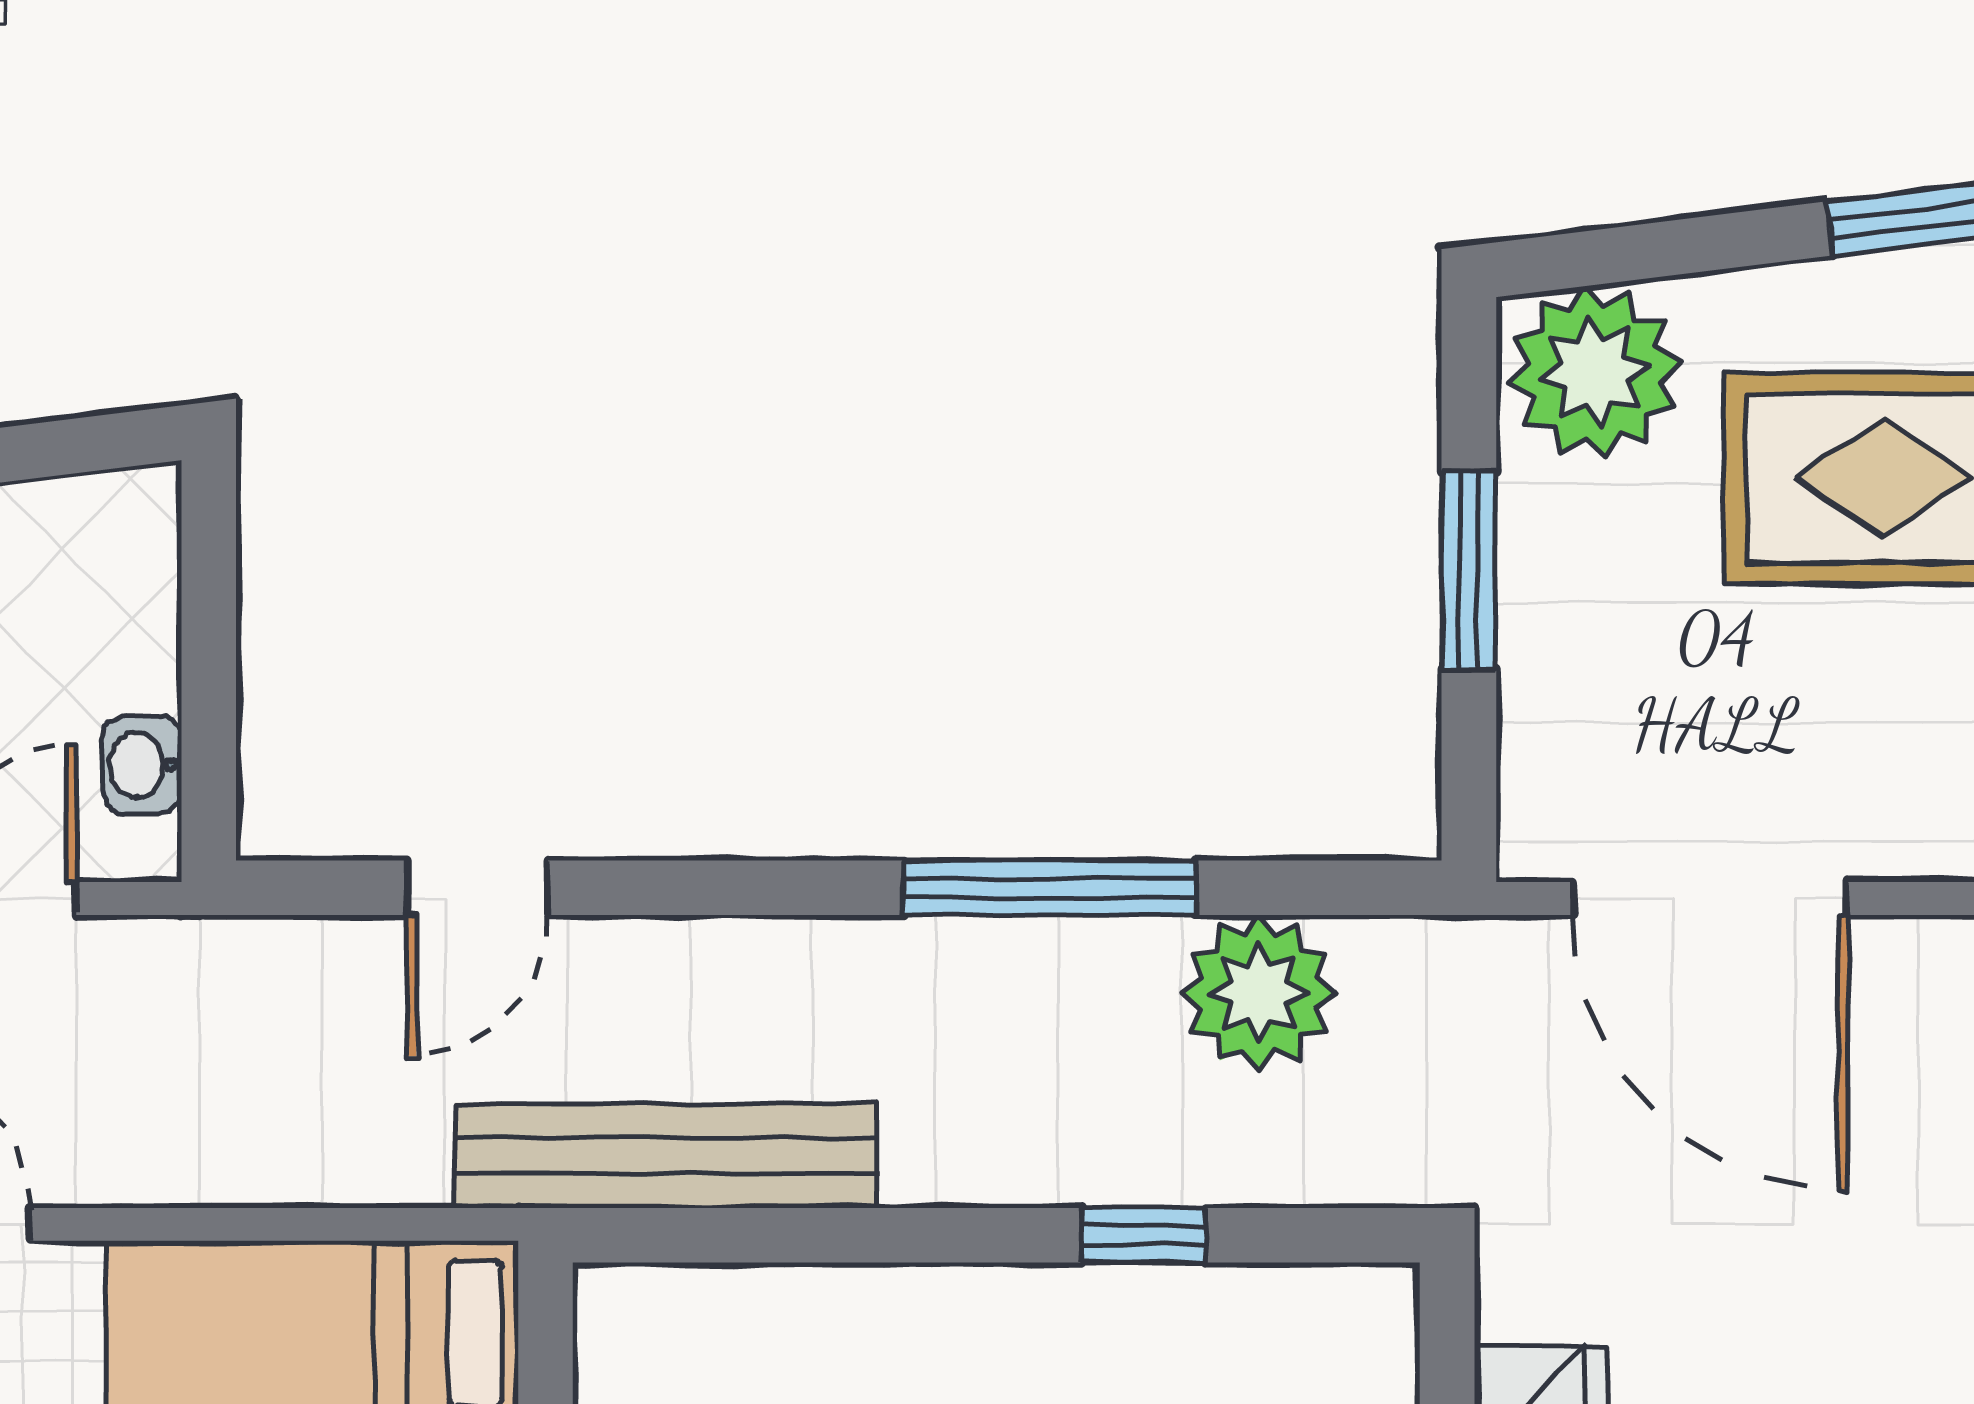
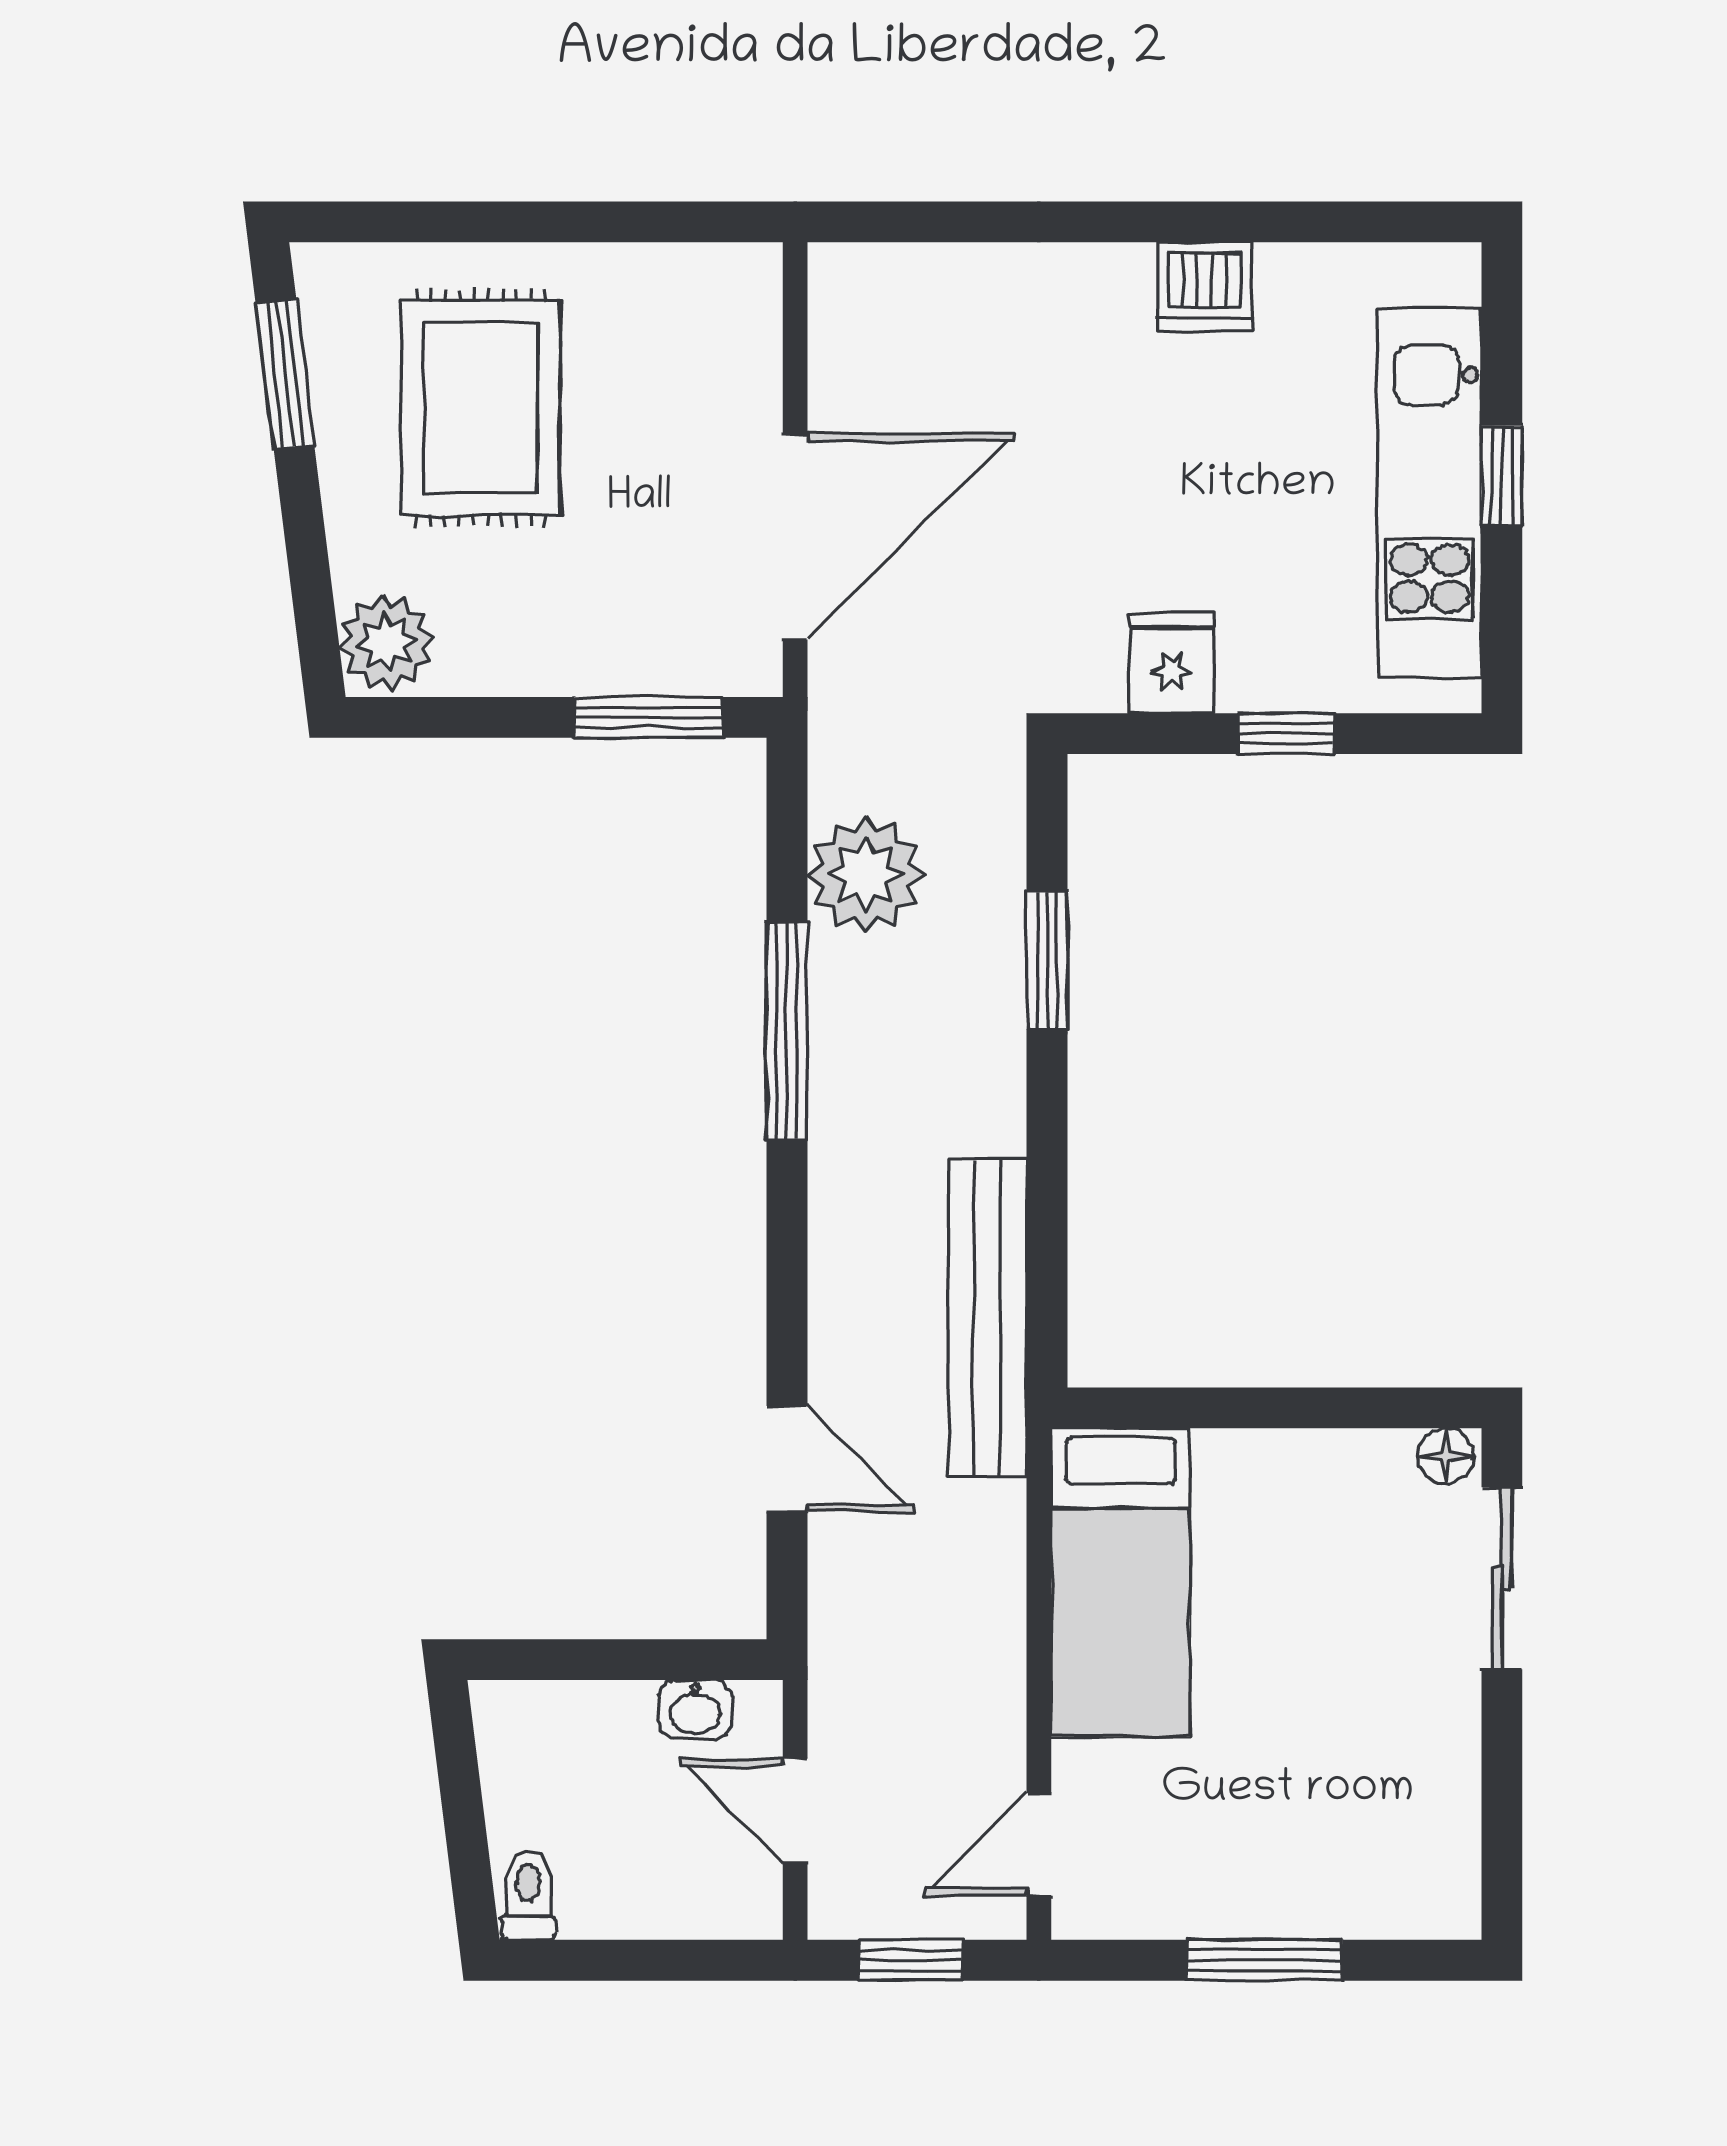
plant: (1595, 372) -> (387, 643), width x0.73, depth x0.73
window: (1469, 570) -> (648, 717), moved
window: (1144, 1235) -> (1047, 960), width x1.50

